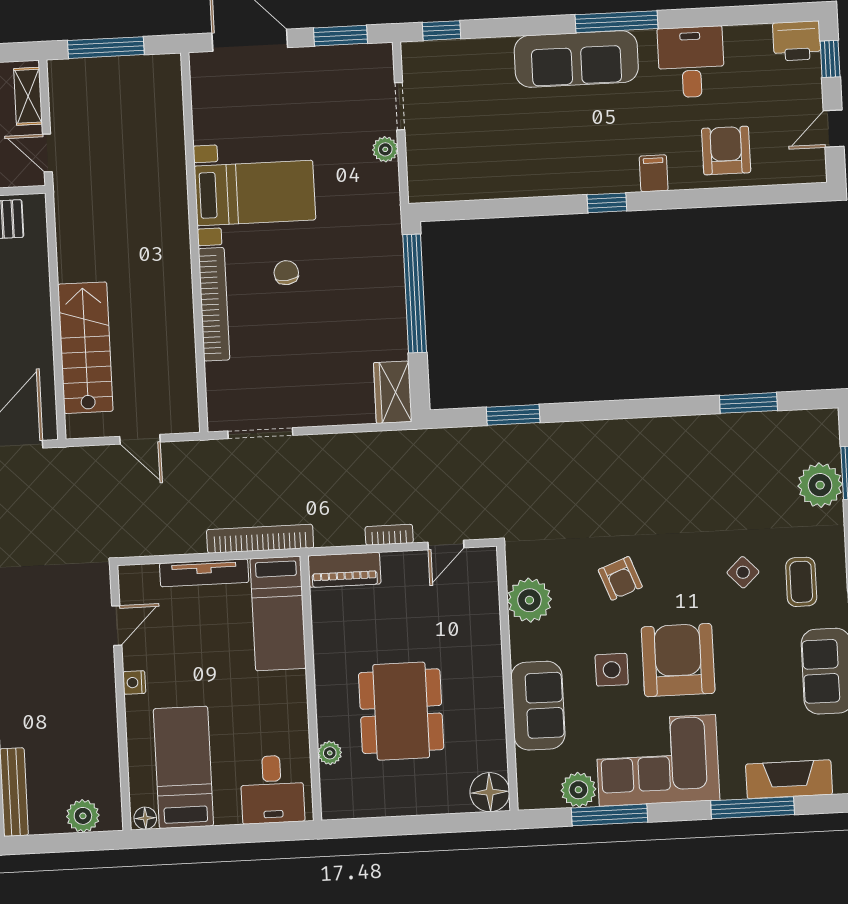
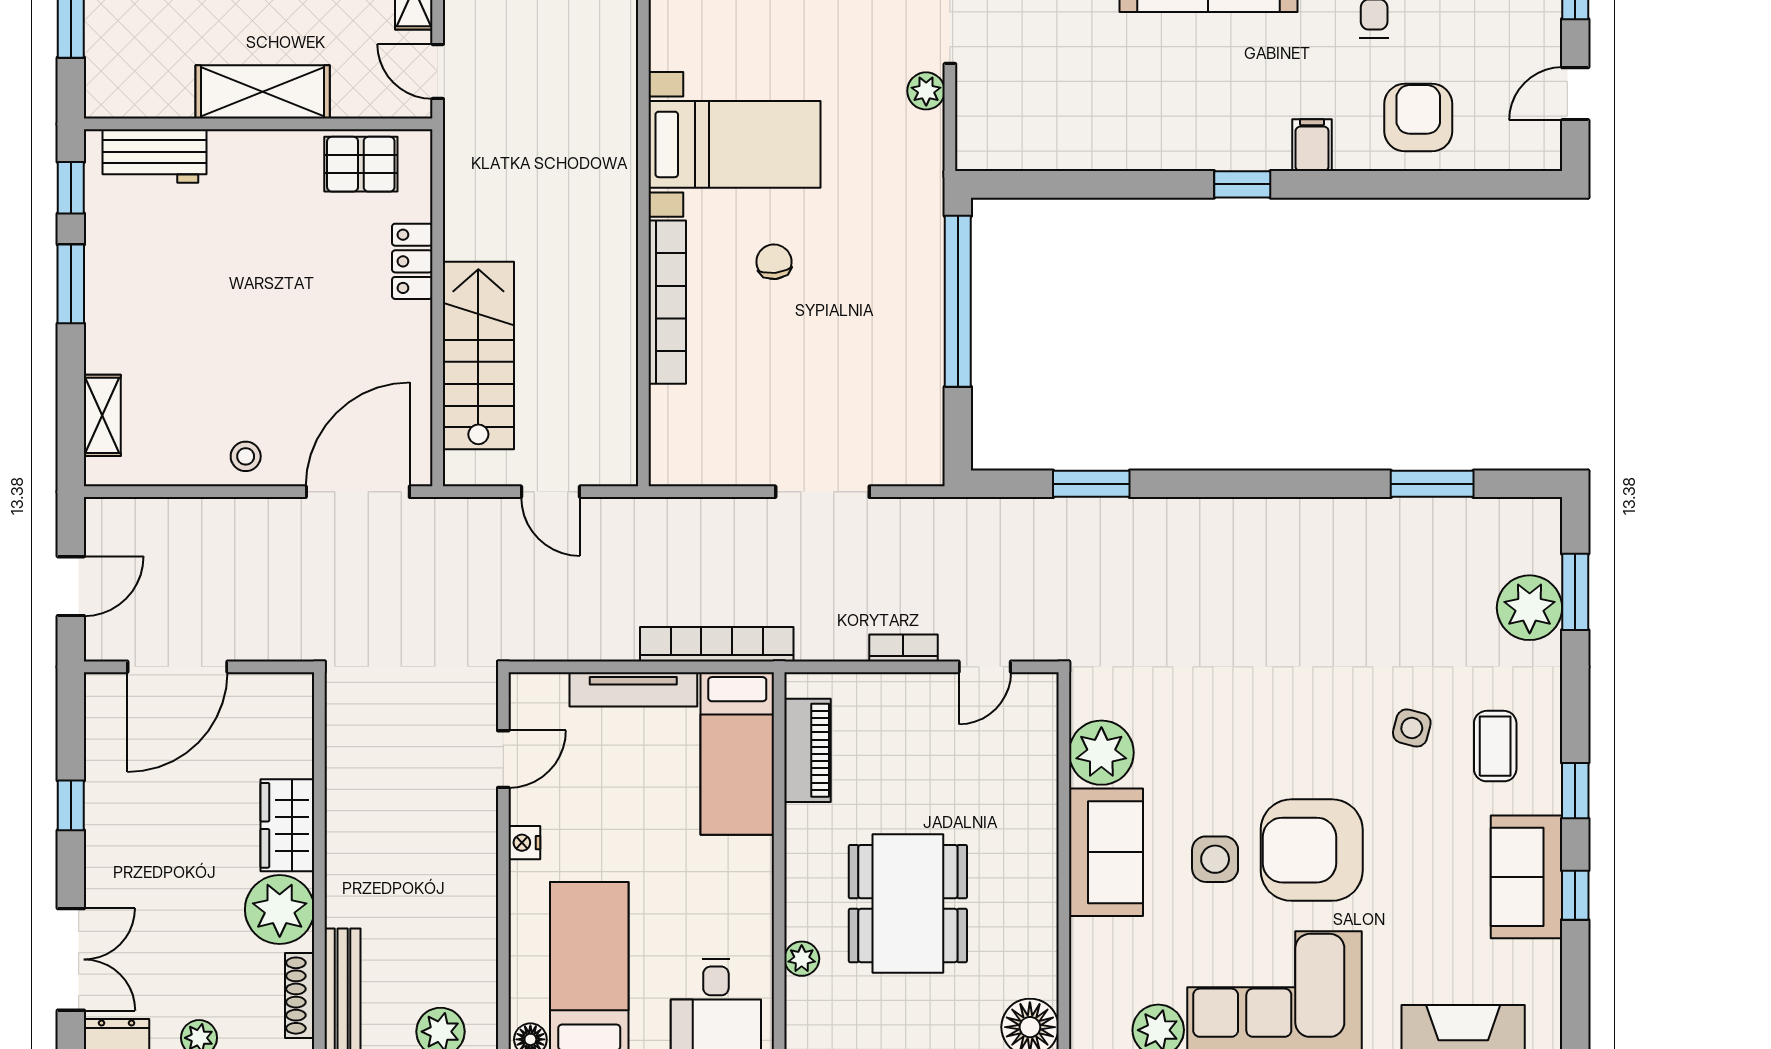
locker: (36, 285) -> (412, 261), added
wardrobe: (393, 392) -> (919, 442), removed
doorway: (260, 433) -> (822, 492), moved
piano: (344, 570) -> (808, 750), moved, turned -90
side table: (743, 572) -> (1412, 728), turned -31
armchair: (620, 578) -> (1234, 728), removed
armchair: (678, 660) -> (1312, 850), turned -90
sofa: (538, 706) -> (1106, 852), moved

